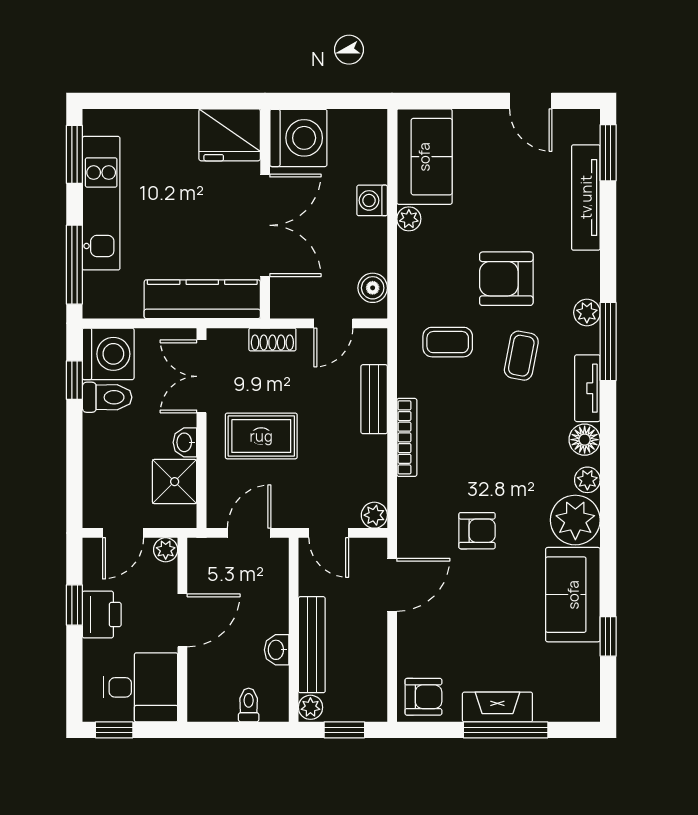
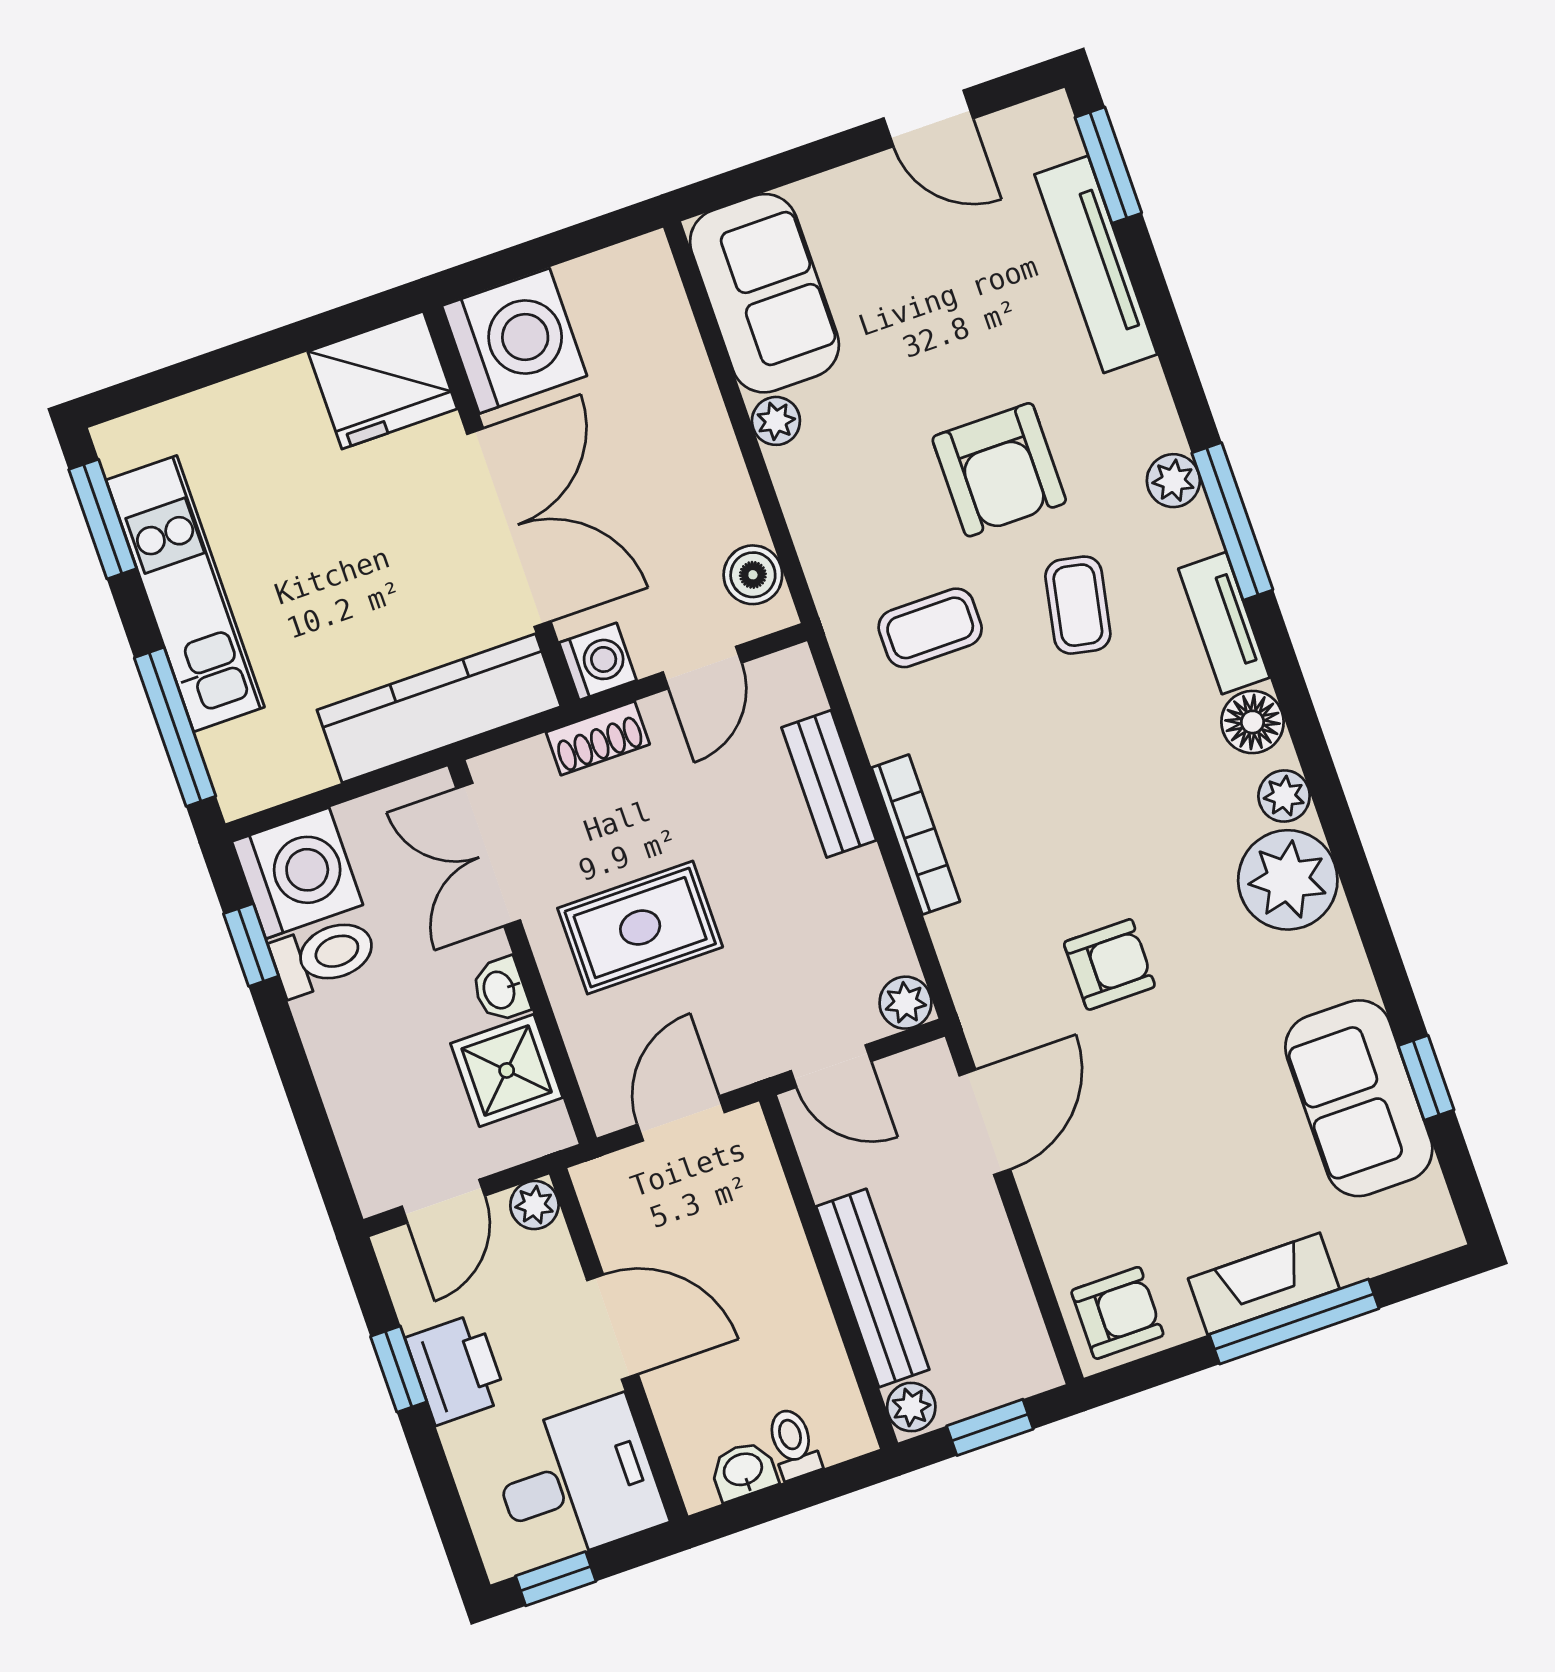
washing machine: (372, 200) -> (598, 661), moved, turned 180
armchair: (506, 279) -> (999, 470), turned -90
sofa: (573, 595) -> (1359, 1098), moved
door: (182, 620) -> (613, 1327), hinge flipped
washbasin: (277, 650) -> (743, 1471), moved, turned 90

